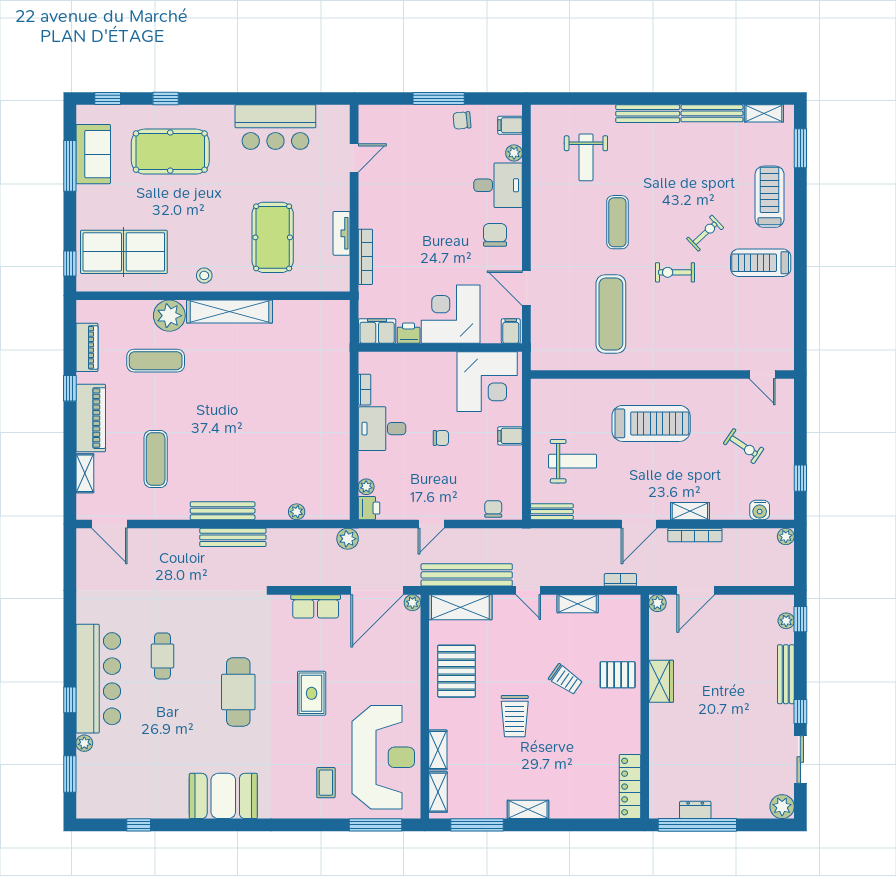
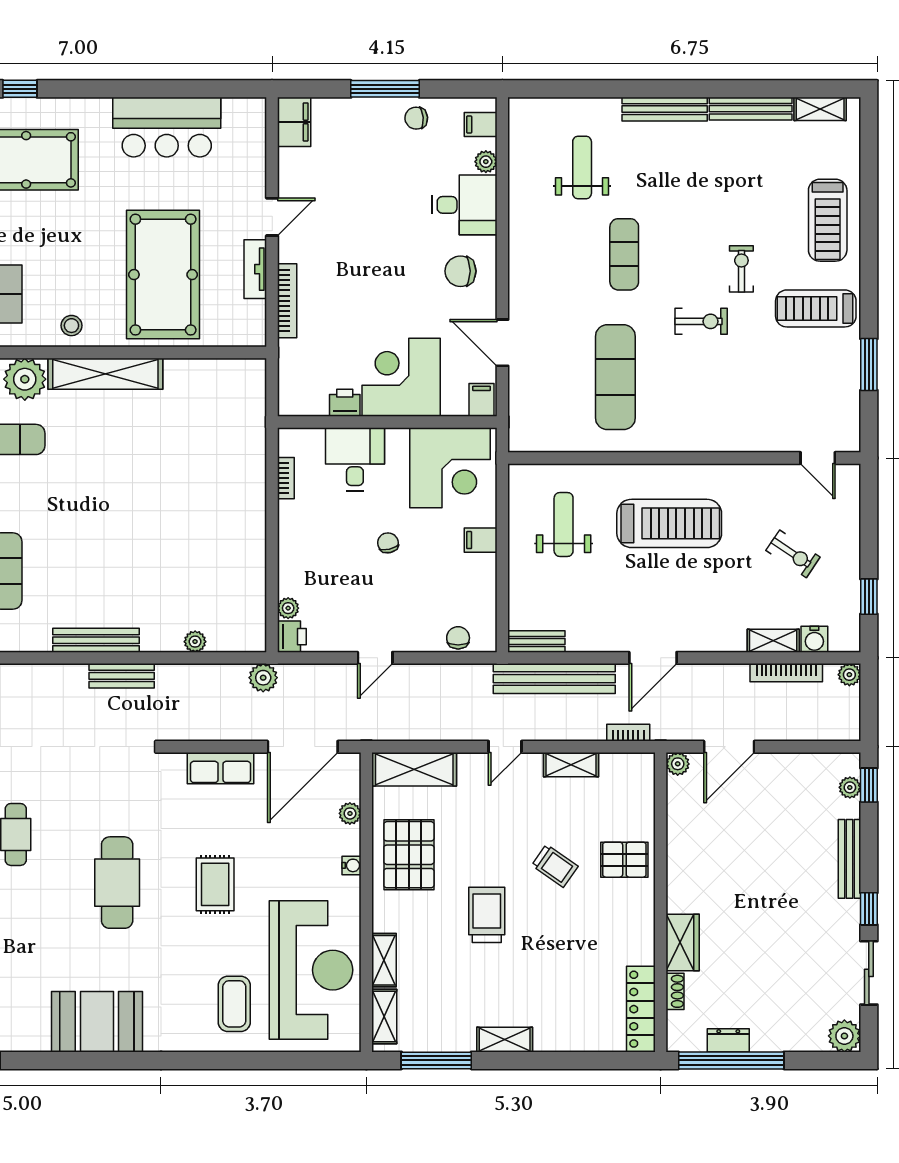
window: (800, 148) -> (869, 365), moved
weight bench: (586, 157) -> (582, 168), turned 180
door: (354, 158) -> (272, 217), moved
treadmill: (770, 197) -> (828, 220), turned 180
exercise bike: (705, 233) -> (741, 269), turned -47
chair: (495, 235) -> (460, 271), turned -90
pool table: (273, 237) -> (163, 275), width x1.36, depth x1.32
exercise bike: (675, 272) -> (701, 321), turned 180
filing cabinet: (377, 331) -> (294, 122), moved, turned 90
desk: (382, 429) -> (355, 459), moved, turned 90
chair: (441, 438) -> (388, 543), turned -103
weight bench: (572, 461) -> (564, 524), moved, turned -90
shelving: (690, 511) -> (773, 641), moved
bookcase: (695, 535) -> (786, 673), moved
bench: (233, 537) -> (122, 676), width x0.73
bench: (467, 575) -> (554, 679), moved
door: (528, 590) -> (505, 747), hinge flipped
plant: (412, 603) -> (350, 813), moved
water cooler: (414, 679) -> (351, 865), added
wardrobe: (661, 681) -> (683, 942), moved
trolley: (515, 716) -> (487, 915), turned 180
shoe rack: (655, 773) -> (675, 991), added
coffee table: (326, 783) -> (234, 1004), width x1.36, depth x1.30
window: (376, 825) -> (301, 1060), removed

